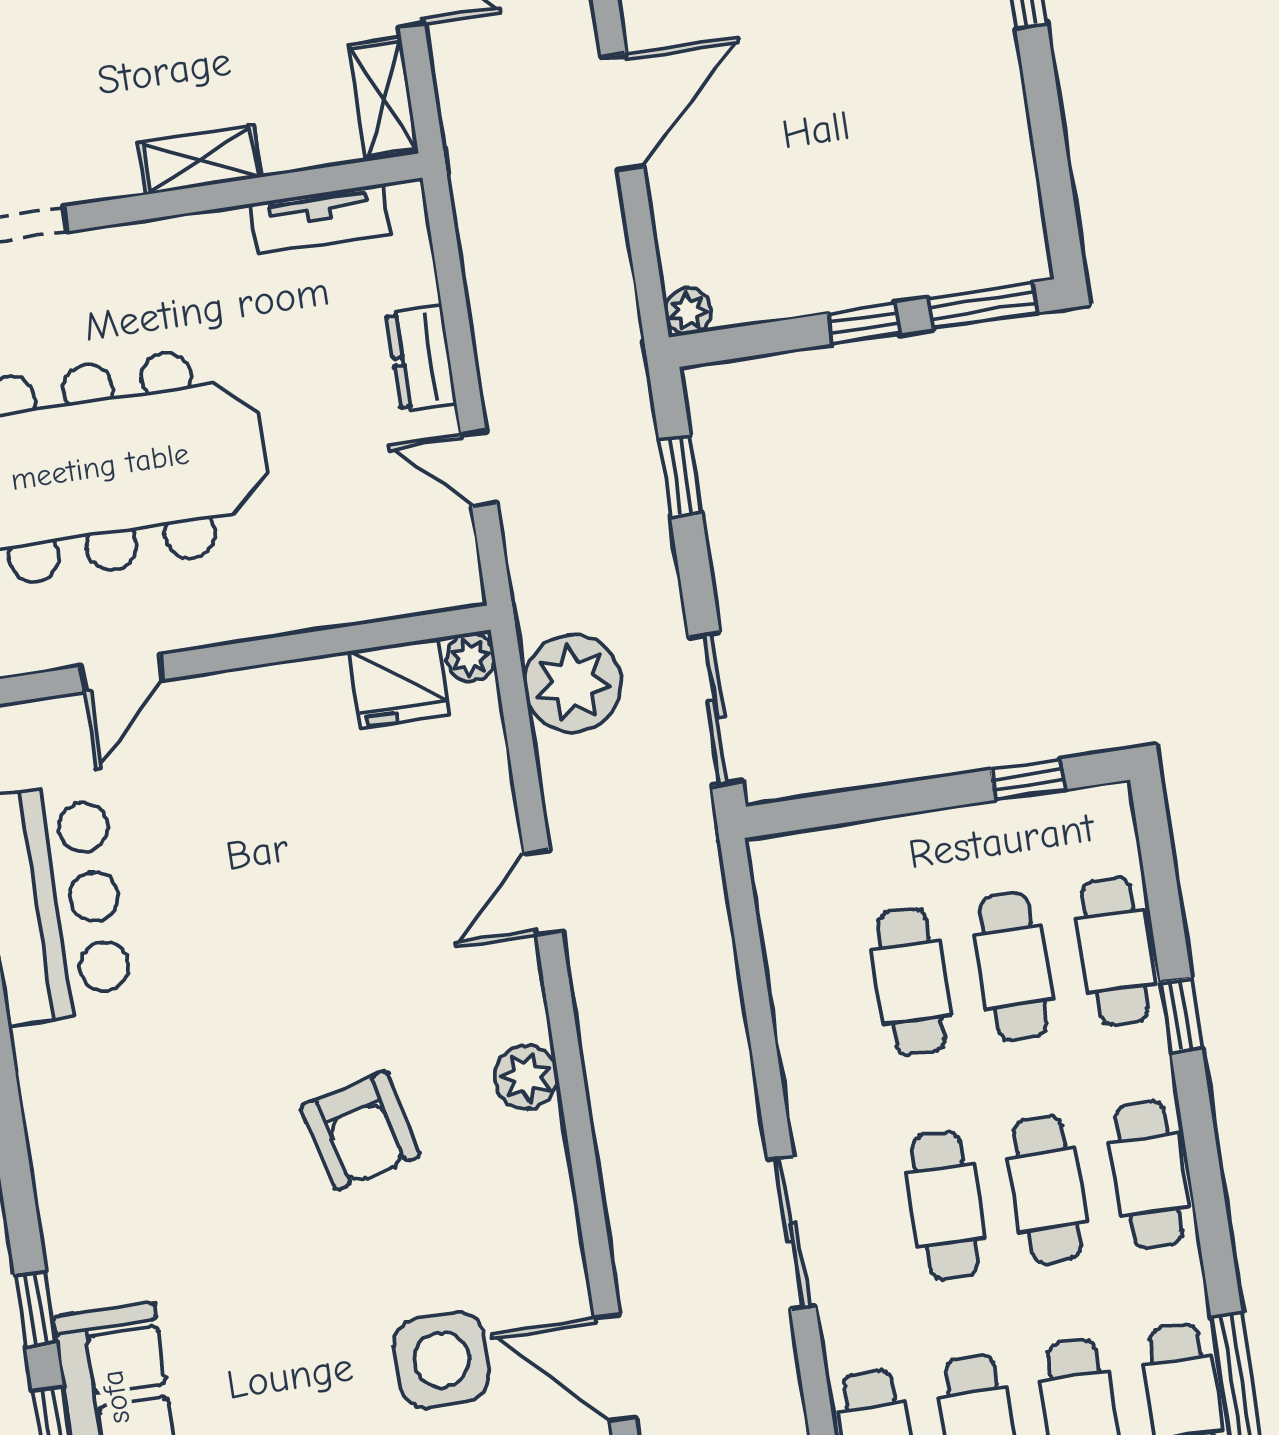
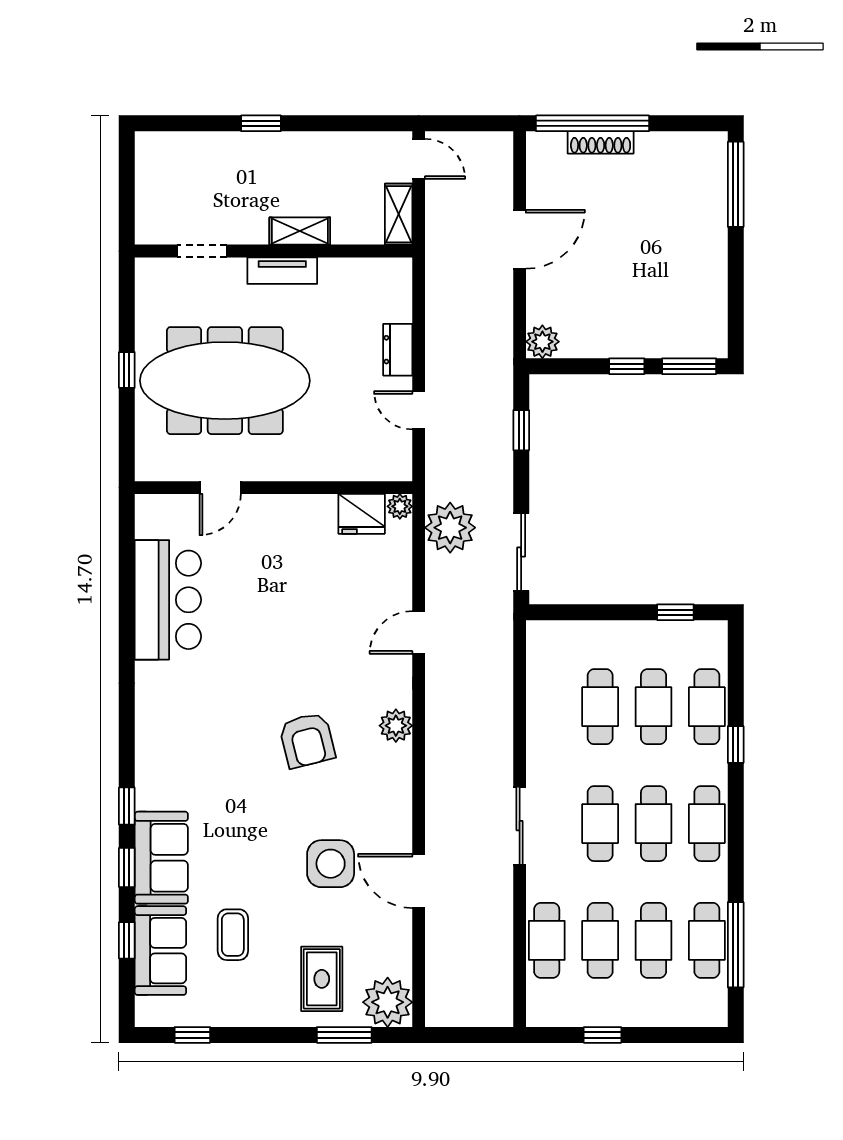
tv unit: (320, 219) -> (282, 271), moved
plant: (688, 311) -> (542, 342), width x1.38, depth x1.38

